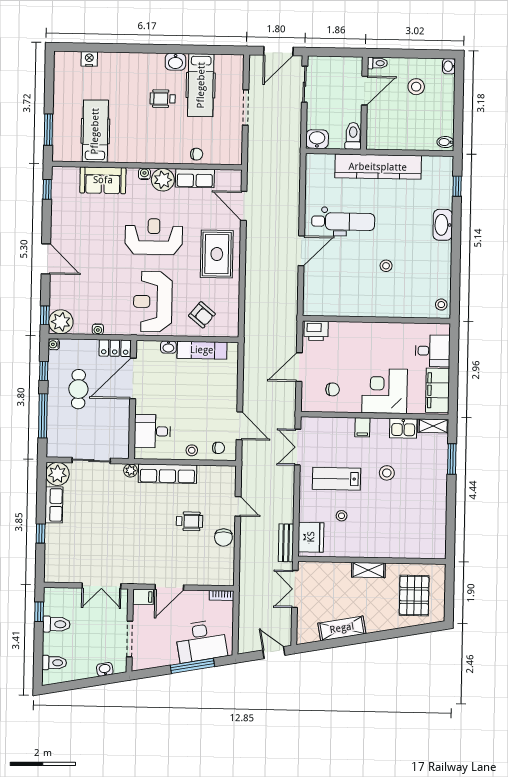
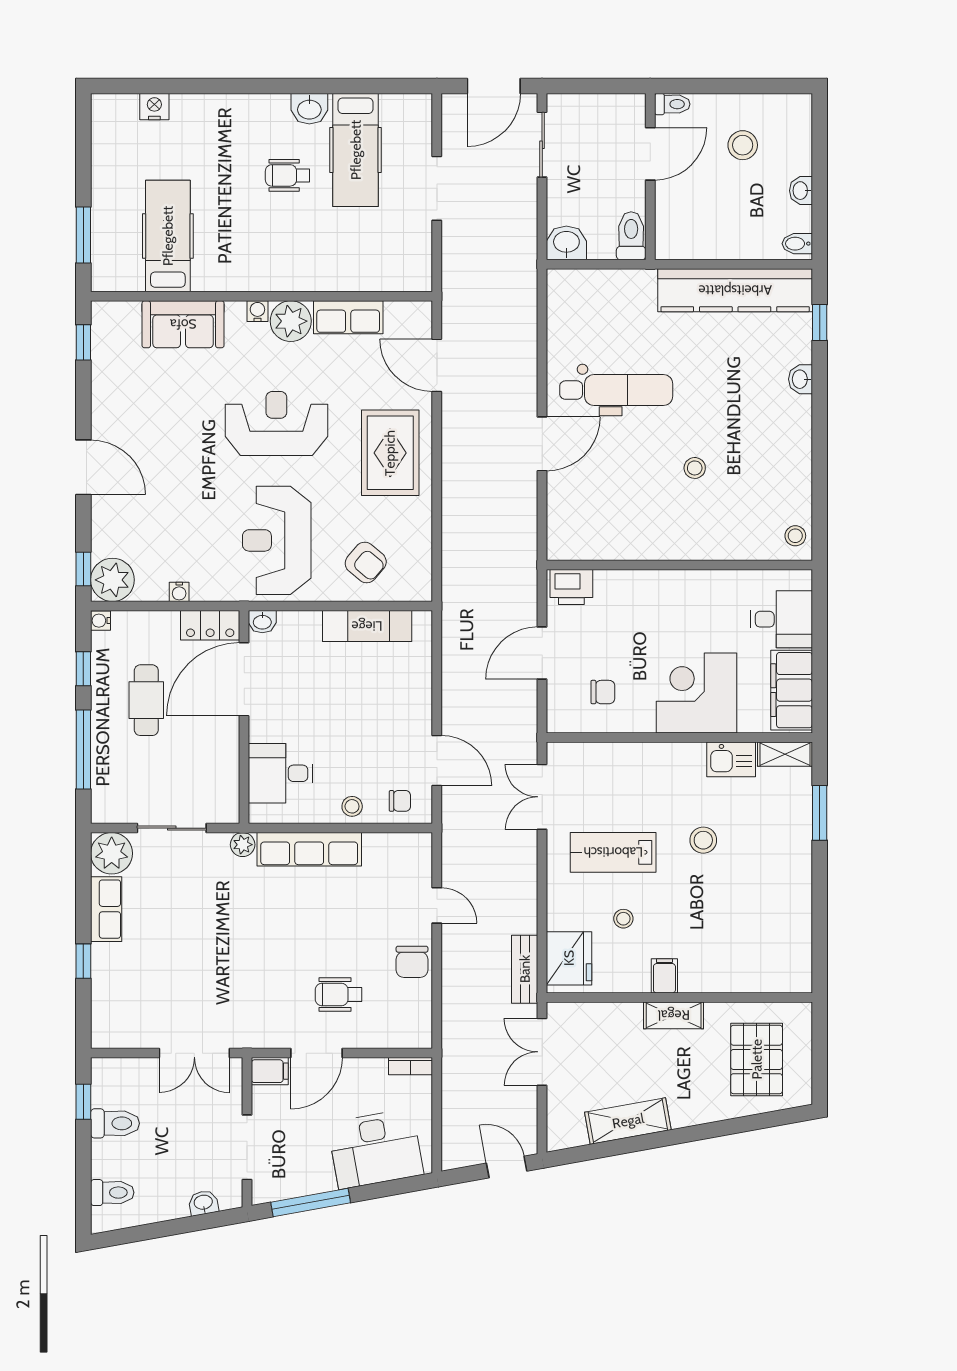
washbasin: (449, 66) -> (801, 191), moved
chair: (197, 154) -> (350, 274), removed
kitchen counter: (378, 167) -> (735, 290), moved
washbasin: (443, 225) -> (800, 379), width x0.52, depth x0.69
washbasin: (168, 347) -> (262, 622), moved
filing cabinet: (362, 427) -> (664, 976), moved, turned 180
wheelchair: (189, 521) -> (339, 994), moved, turned 180
window: (192, 666) -> (311, 1202), moved

